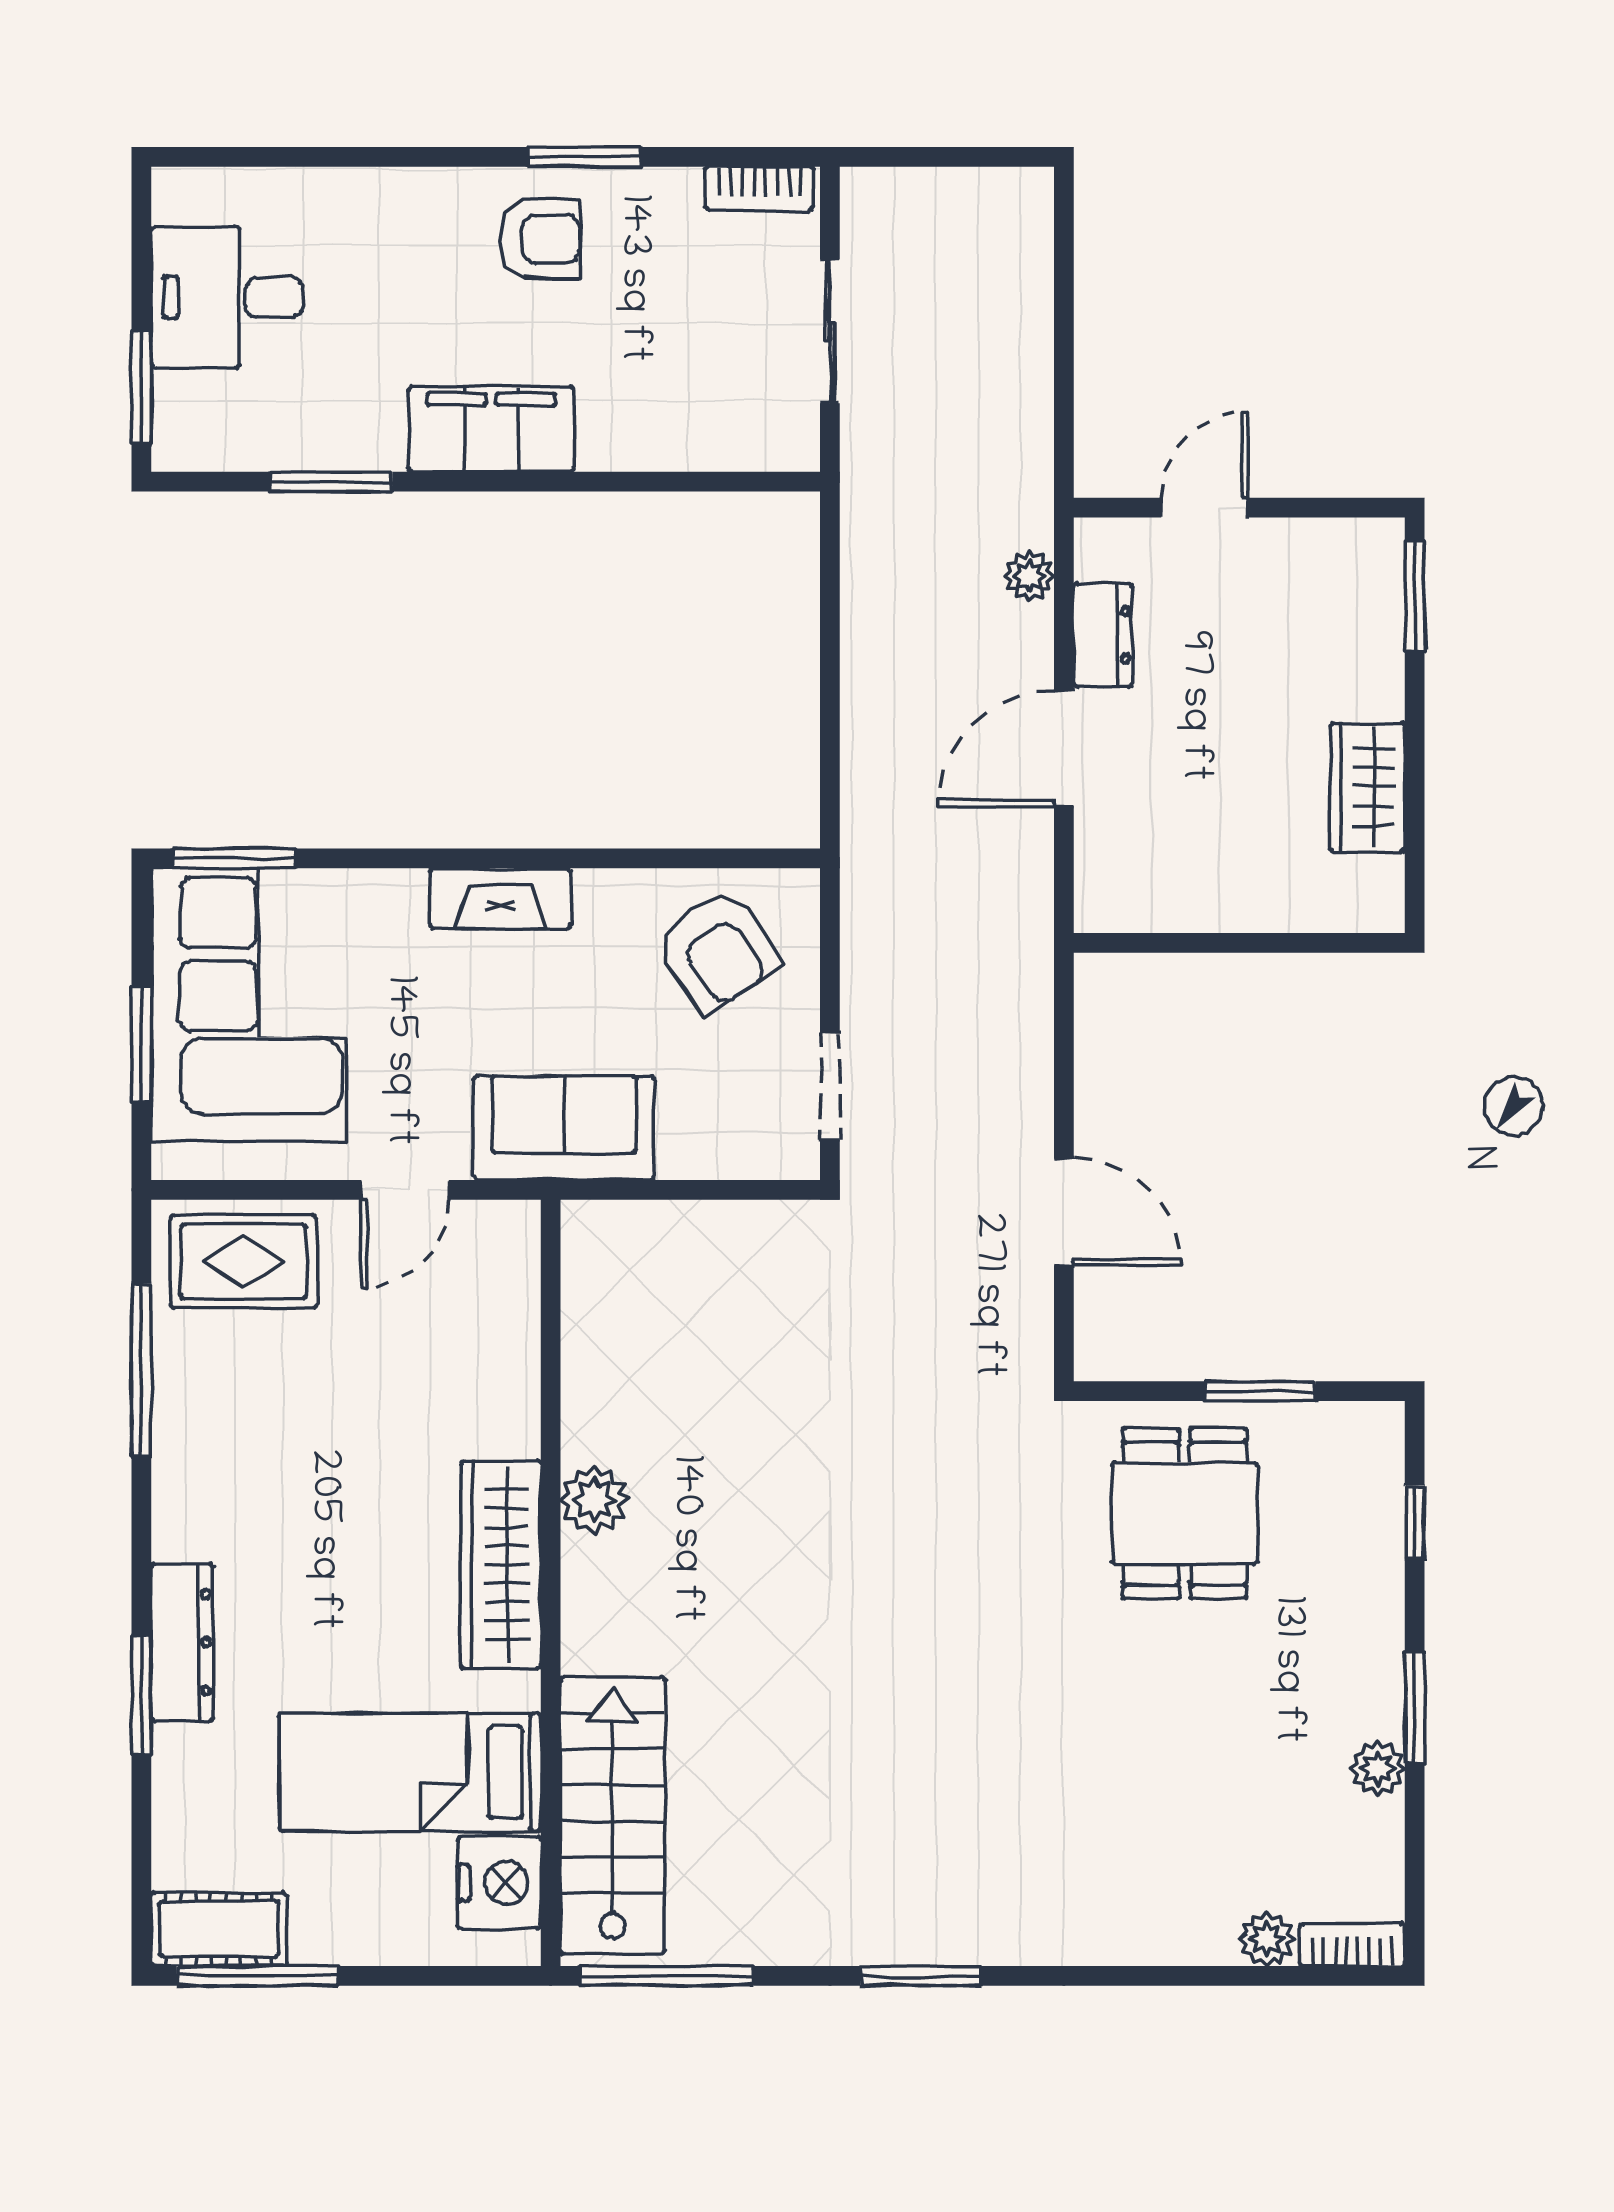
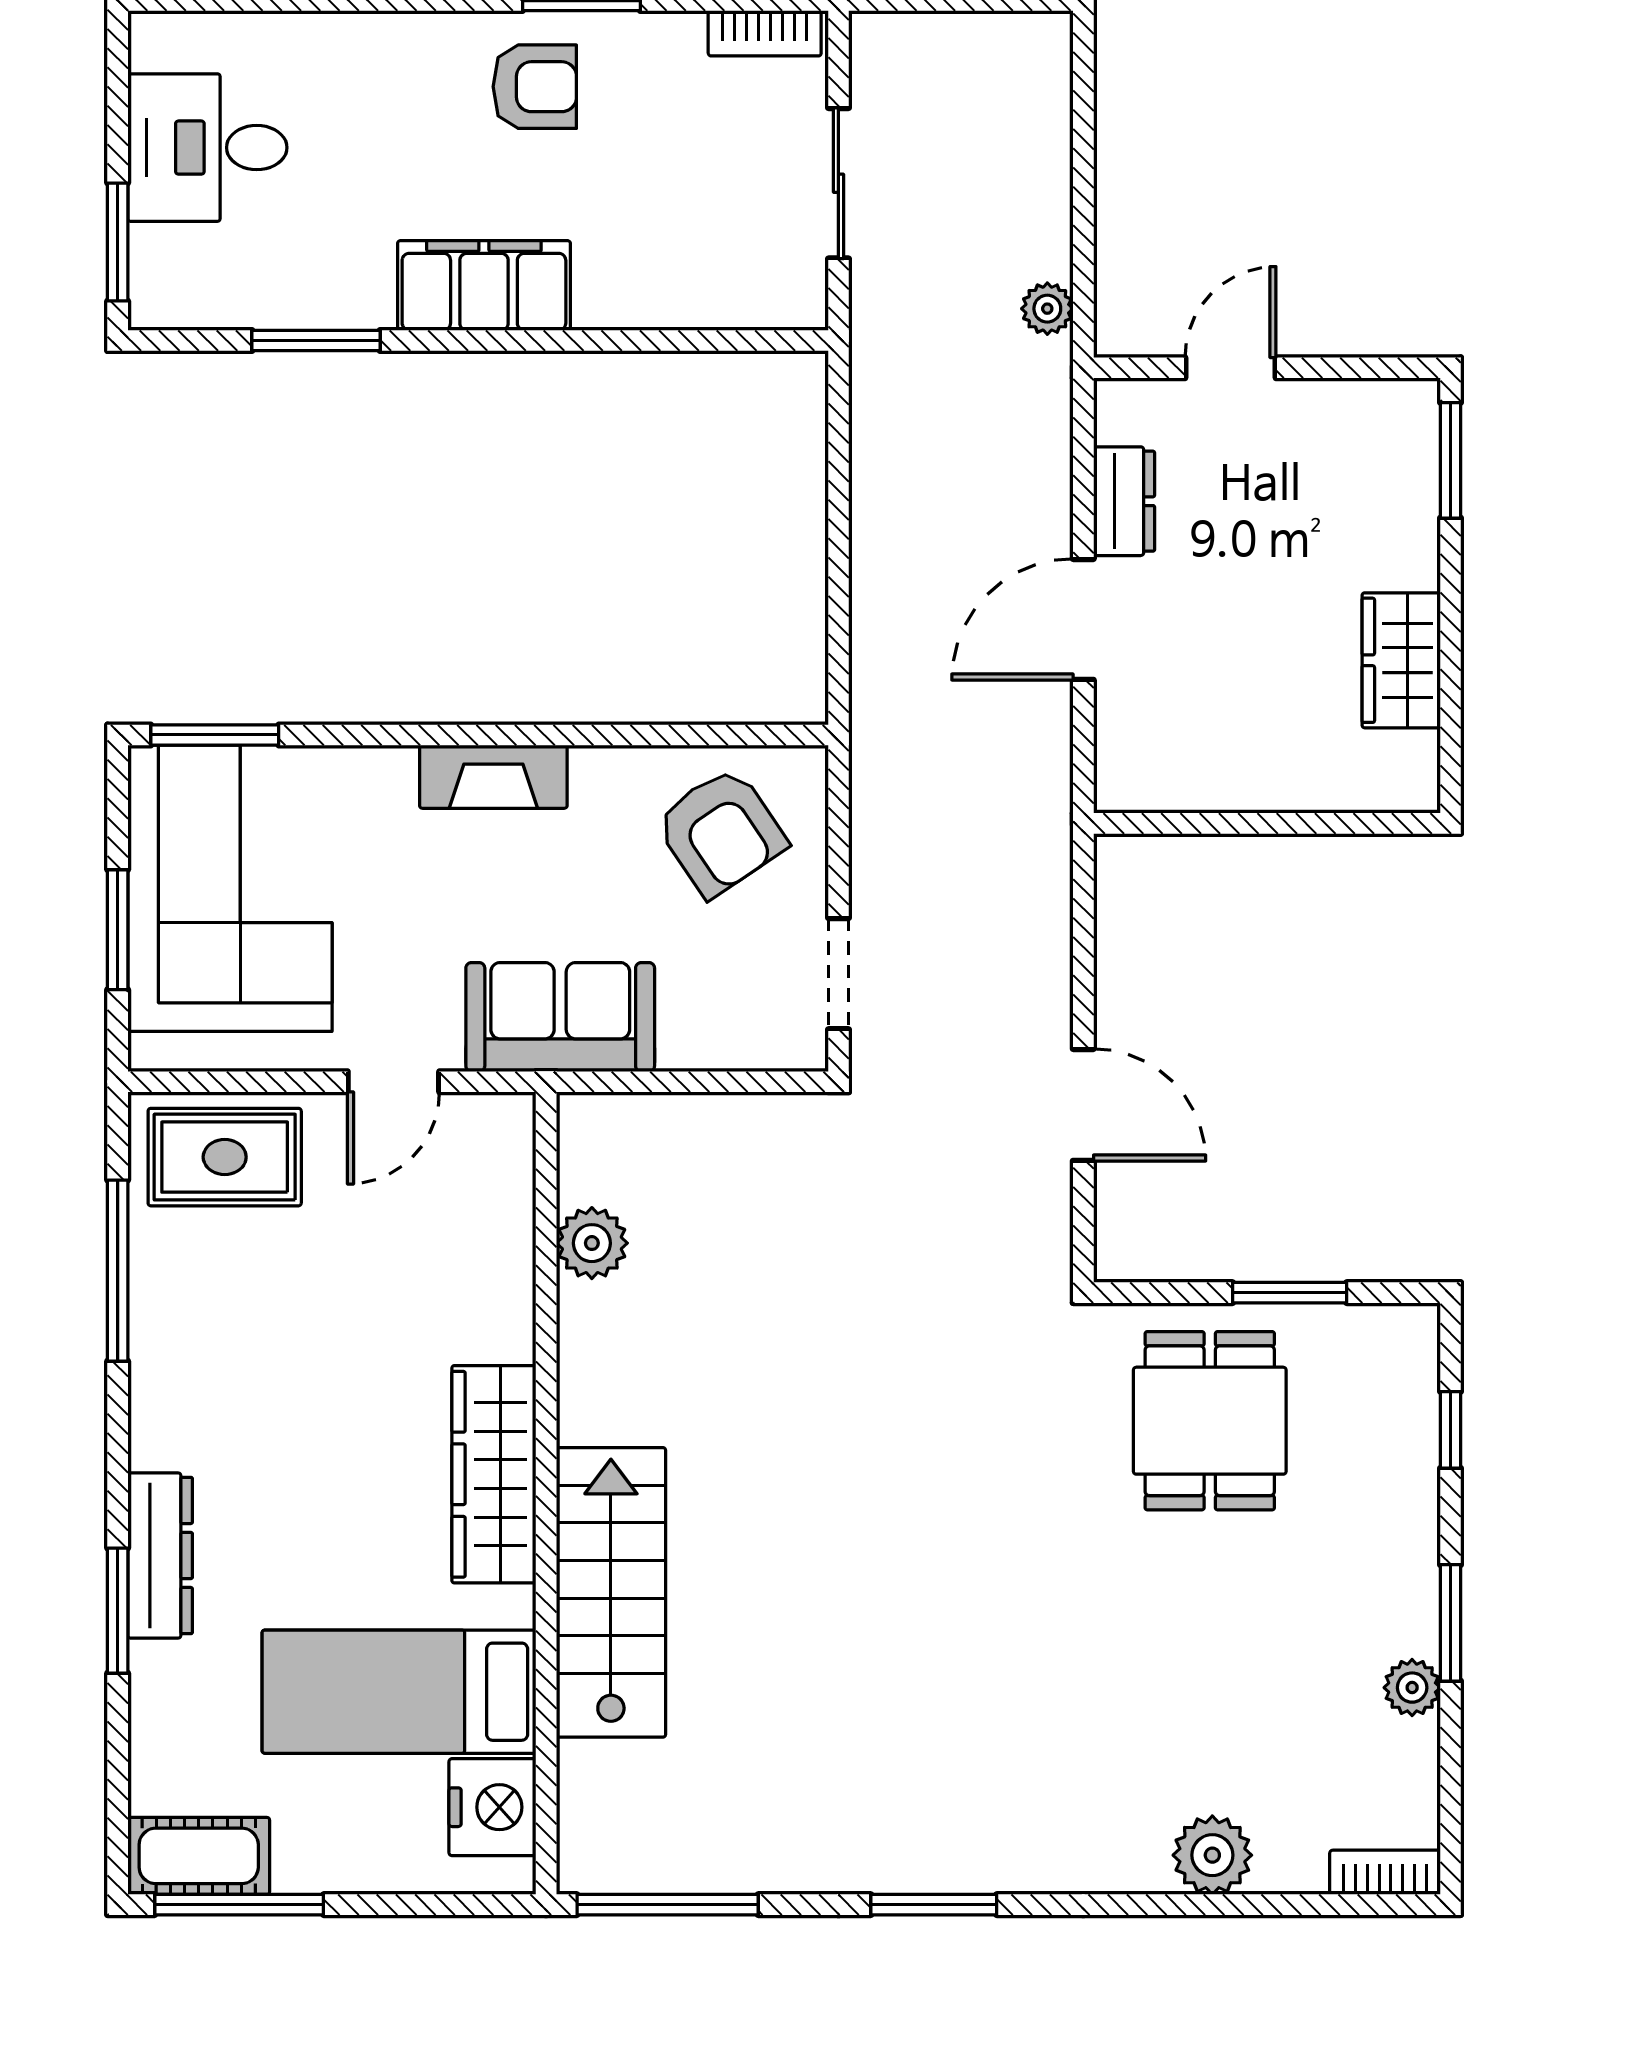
plant: (1029, 576) -> (1047, 309), moved
plant: (594, 1500) -> (592, 1243), moved
stairs: (613, 1815) -> (611, 1592), moved
plant: (1267, 1939) -> (1212, 1855), moved, width x1.38, depth x1.38

